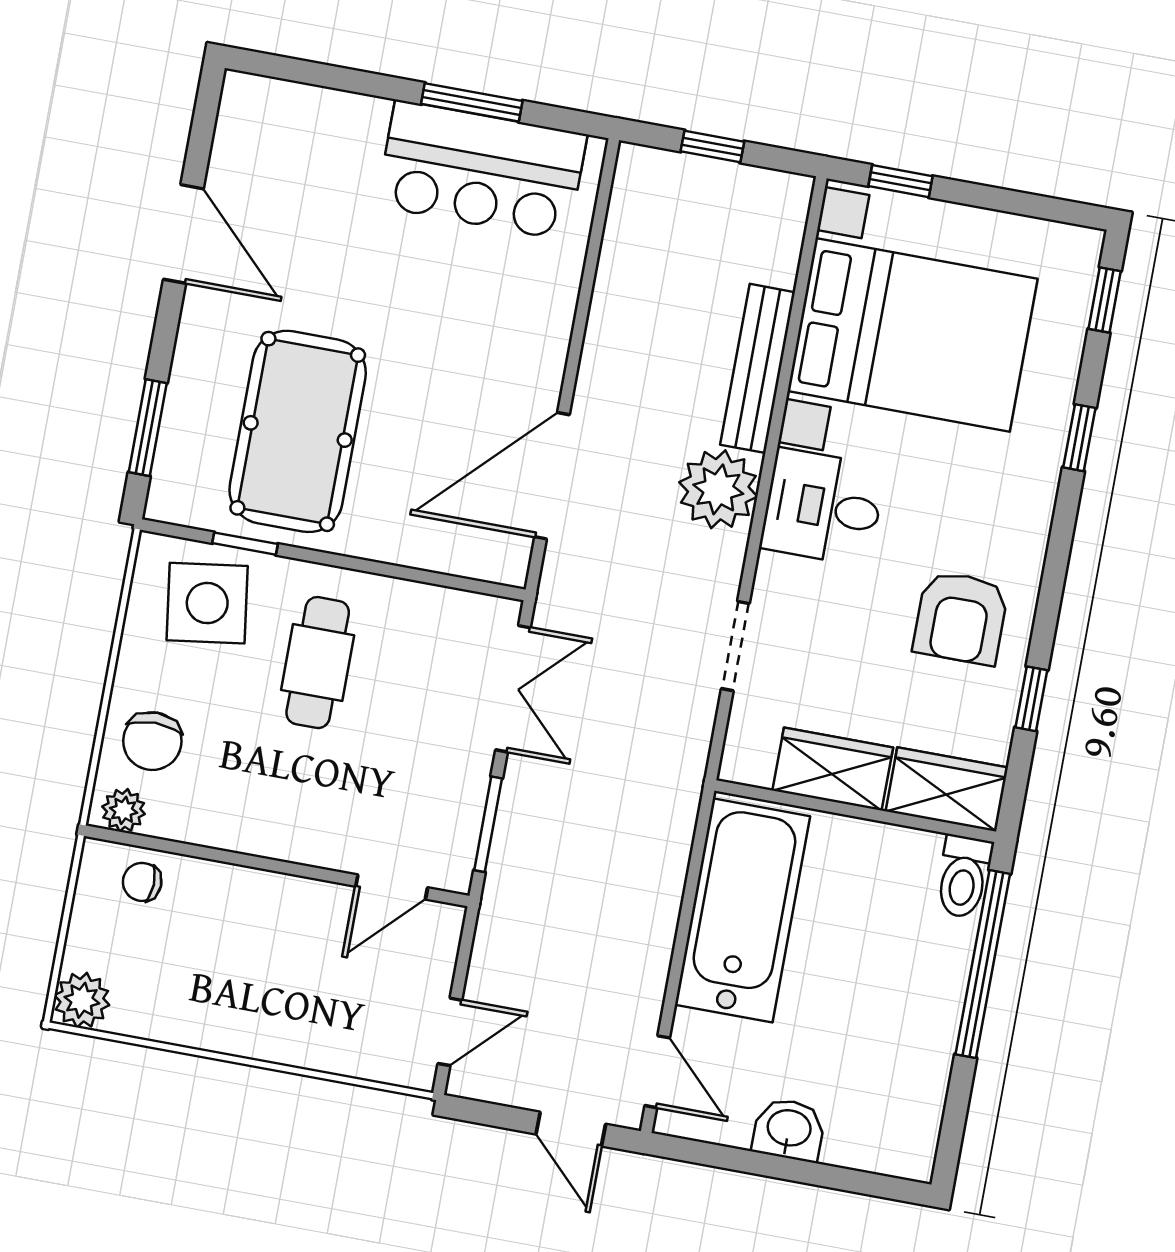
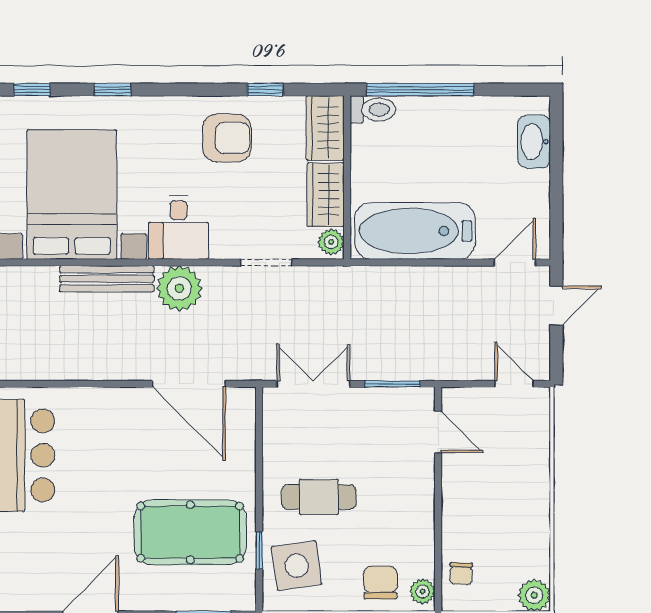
chair: (152, 741) -> (380, 582), turned -90
plant: (750, 764) -> (331, 242), added
washbasin: (789, 1130) -> (534, 142), moved, width x1.38

